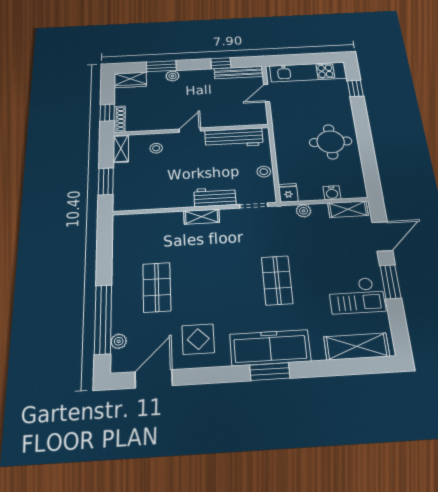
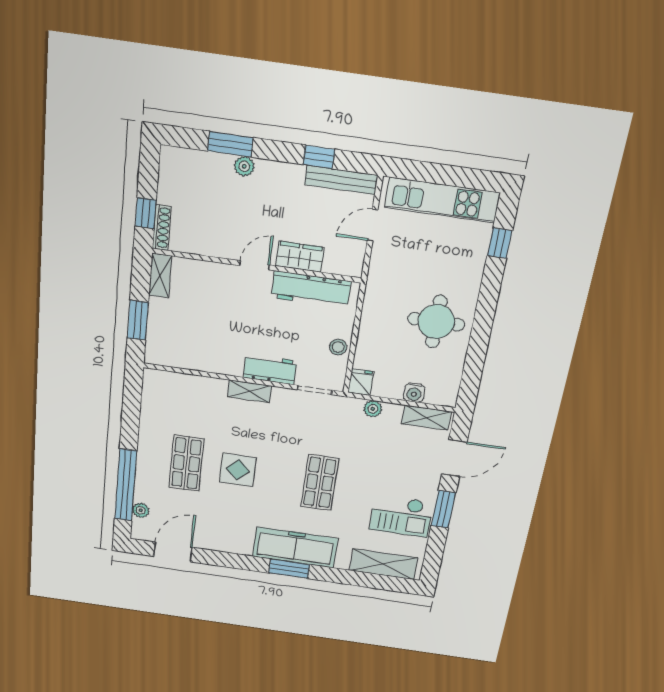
wardrobe: (130, 80) -> (300, 257), moved, turned 180
stool: (156, 148) -> (206, 284), removed
display table: (198, 339) -> (238, 470), moved

